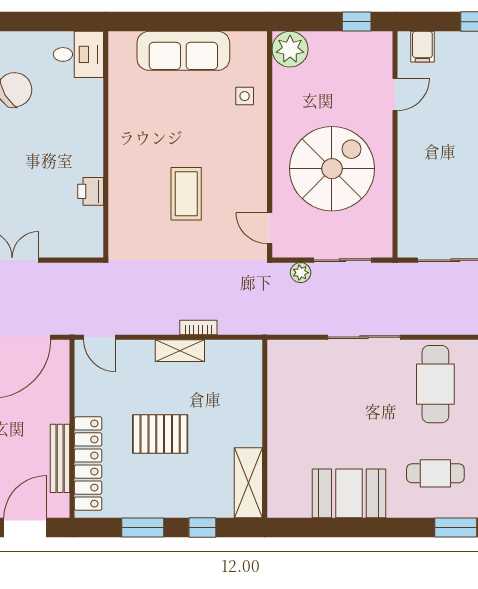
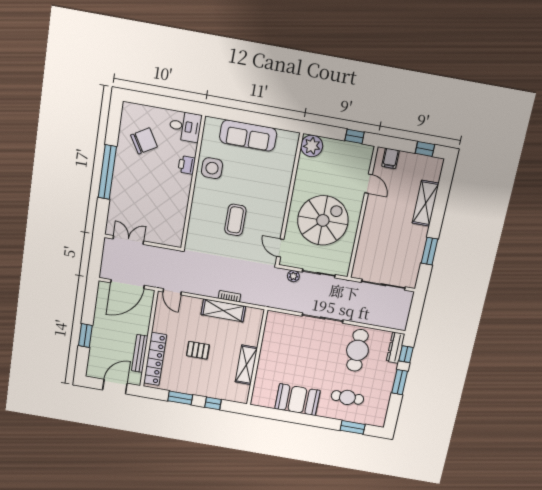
door: (395, 94) -> (368, 184), hinge flipped
side table: (245, 96) -> (212, 168), moved, width x1.87, depth x1.87
printer: (91, 191) -> (187, 165), moved
shelving: (180, 351) -> (223, 310), width x1.50, depth x1.33
pallet: (160, 434) -> (198, 350), width x0.67, depth x0.71
shelving: (248, 483) -> (246, 365), moved

